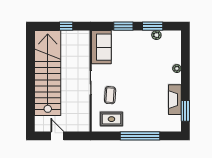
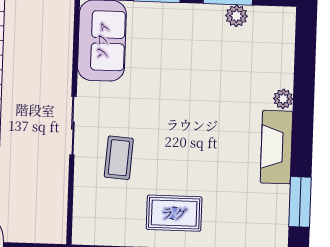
fireplace: (175, 100) -> (276, 147), moved
rug: (111, 119) -> (174, 213), moved

